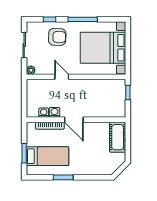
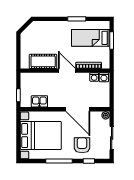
armchair: (57, 37) -> (82, 145), turned 88
door: (62, 77) -> (78, 109), width x1.88
kitchen sink: (104, 86) -> (39, 101), added
washing machine: (54, 112) -> (104, 77), moved
cot: (118, 137) -> (43, 61), moved, turned 90

